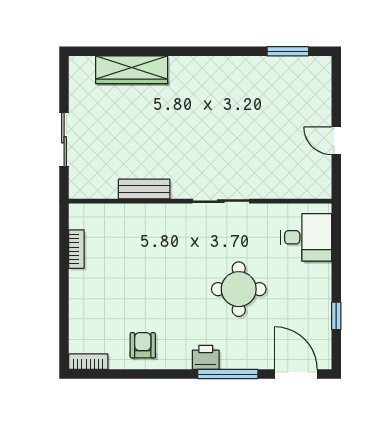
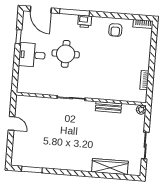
sliding door: (64, 140) -> (145, 146), moved
plant: (78, 189) -> (141, 110), added
desk: (306, 237) -> (32, 55), moved

